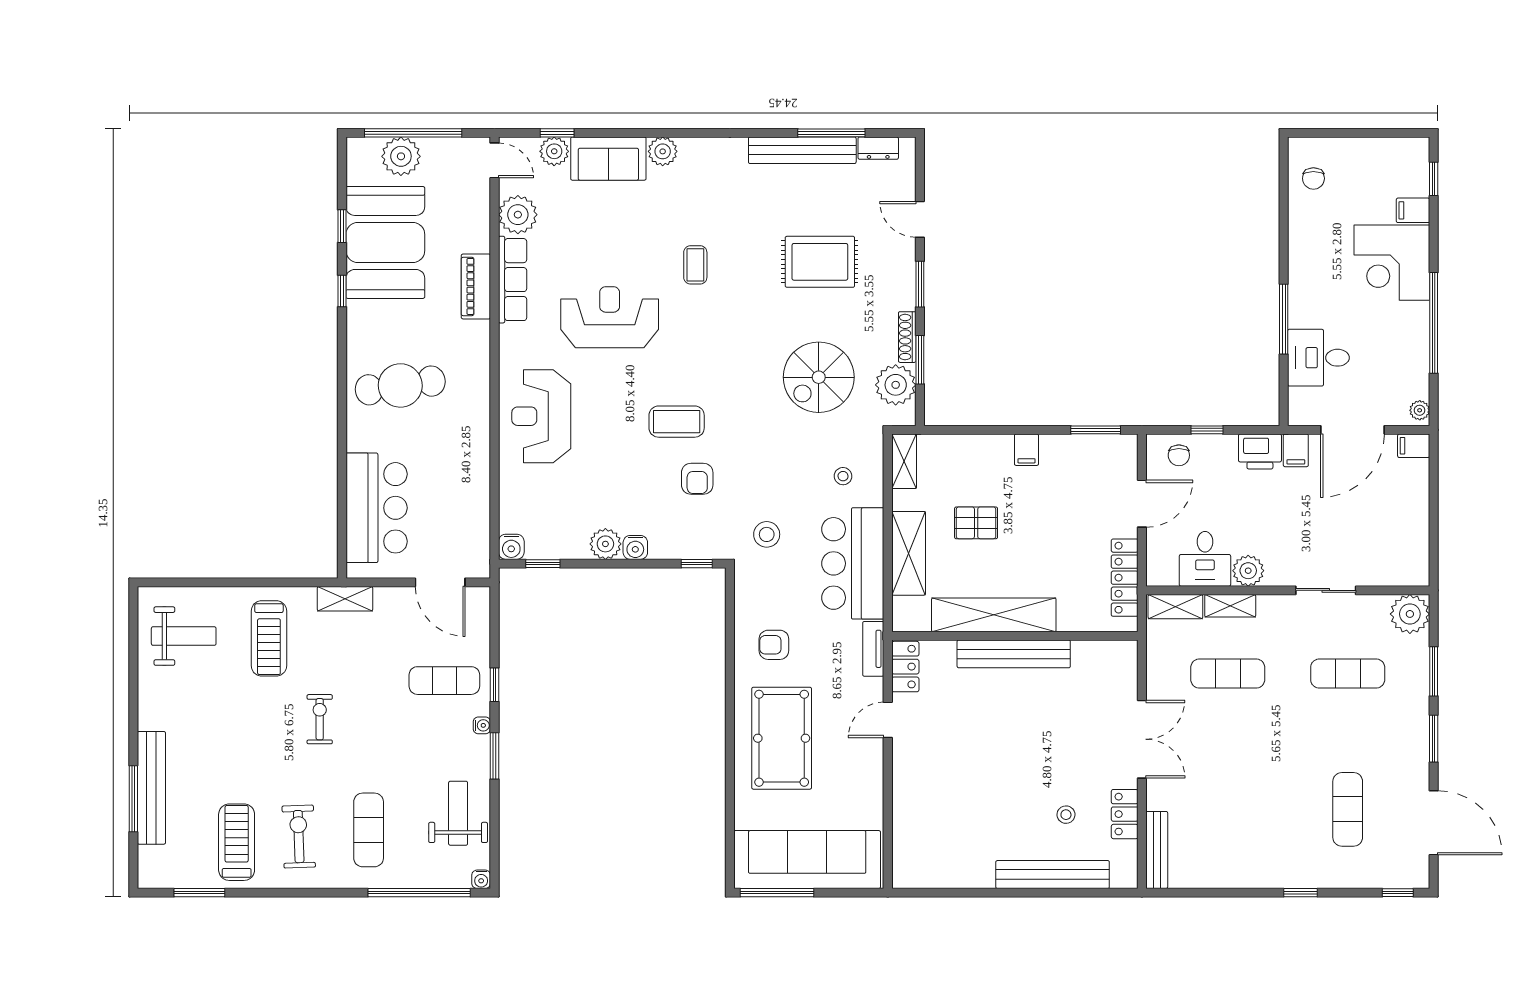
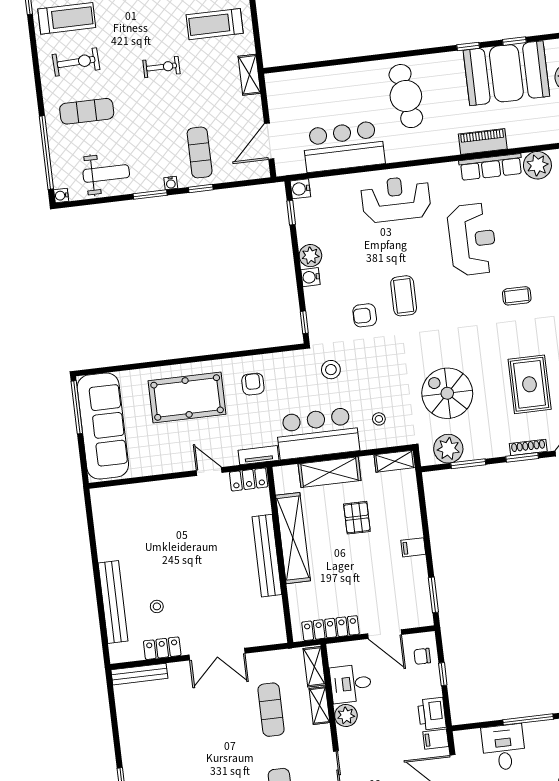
shoe rack: (907, 337) -> (528, 447), moved
bar counter: (377, 508) -> (344, 147), moved, turned 180

